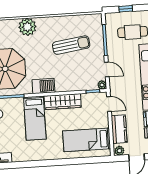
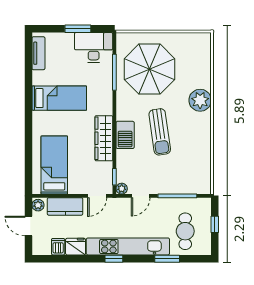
sun lounger: (71, 45) -> (160, 132), moved
barbecue: (43, 86) -> (125, 135), moved
bed: (35, 118) -> (59, 98), moved, turned 180

